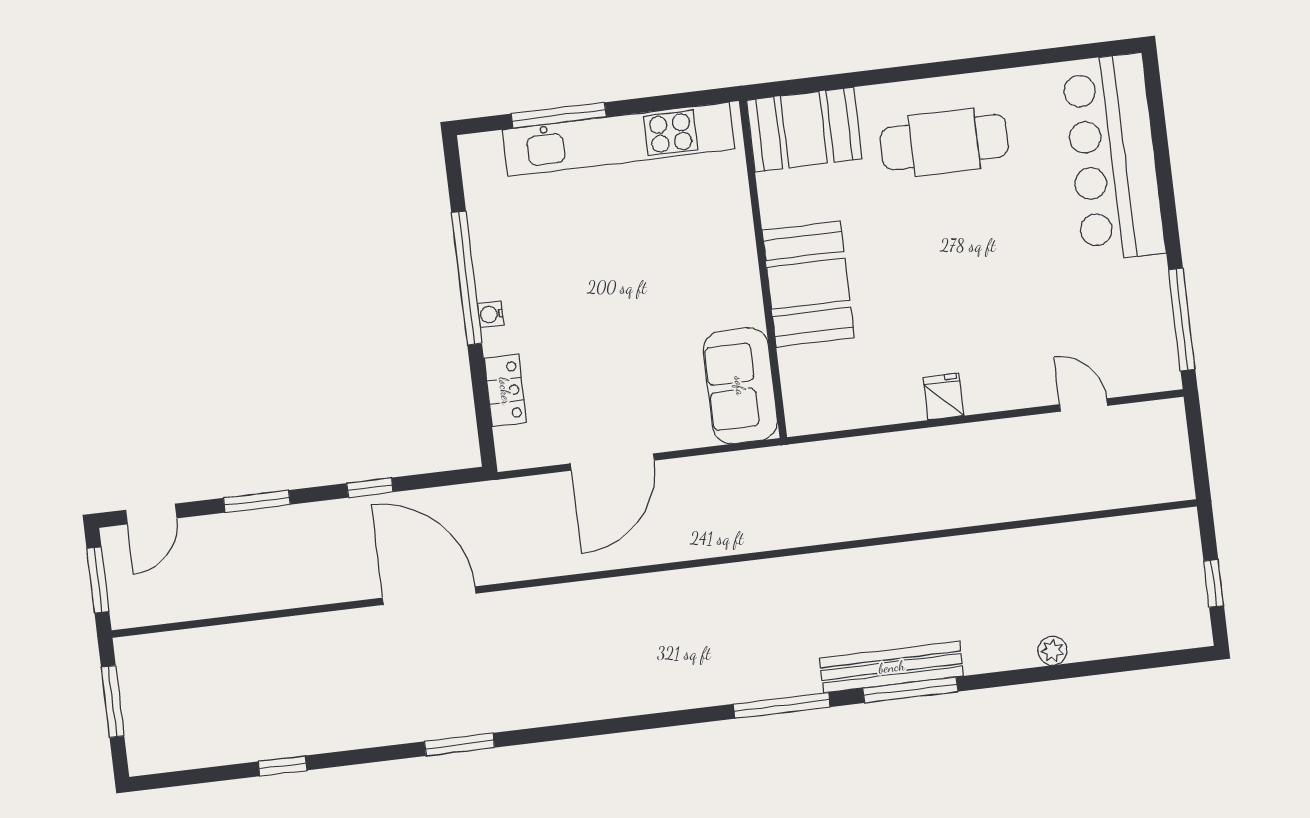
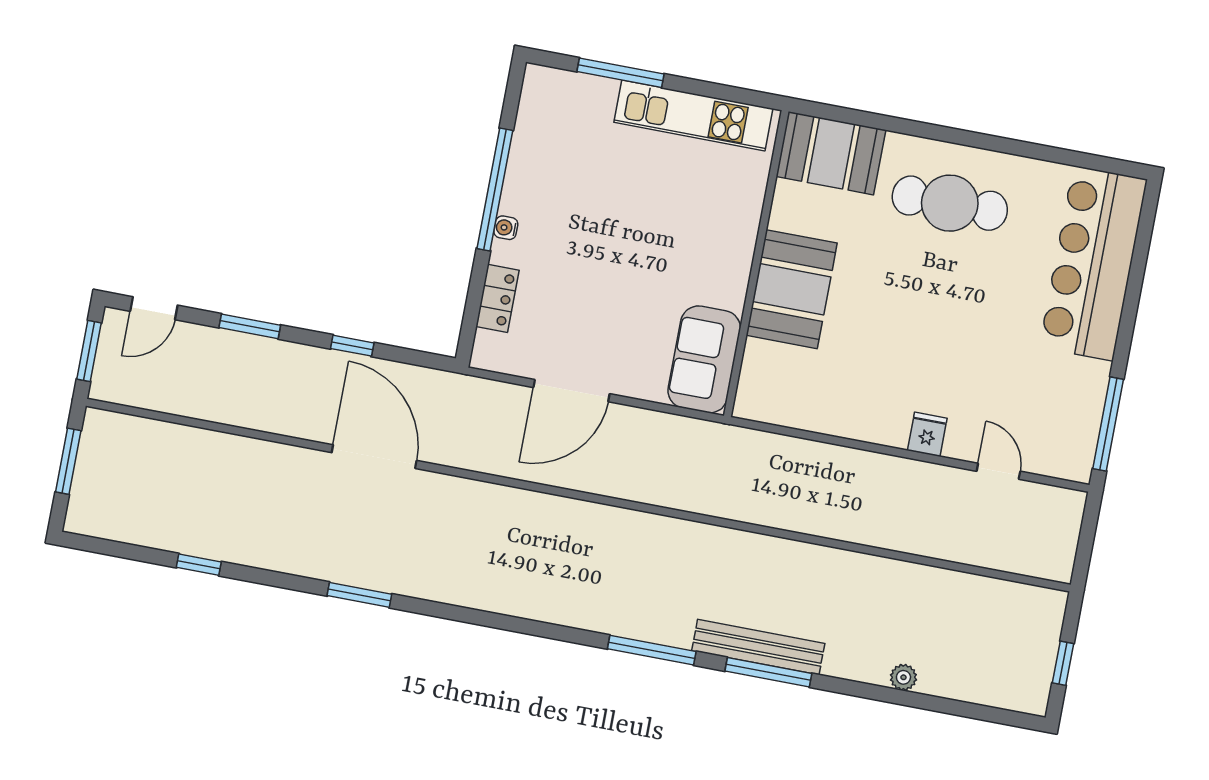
kitchen unit: (618, 139) -> (693, 115), width x0.73
fridge: (944, 397) -> (927, 434), moved

